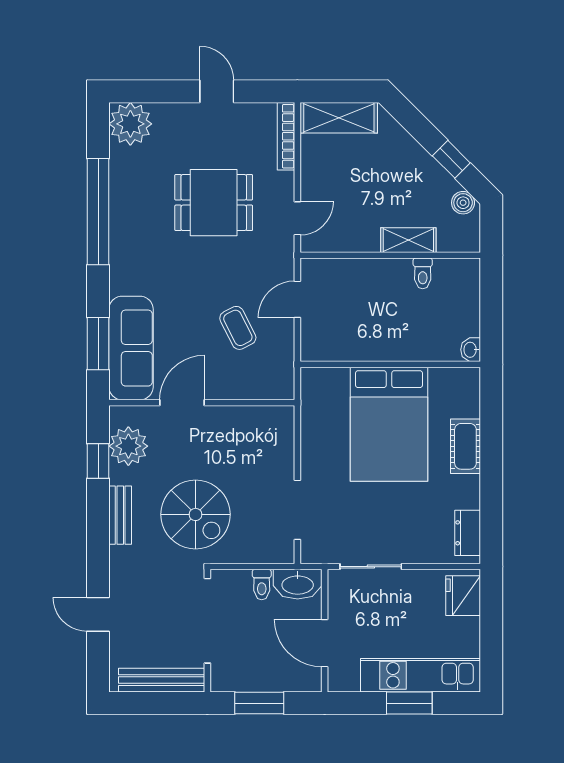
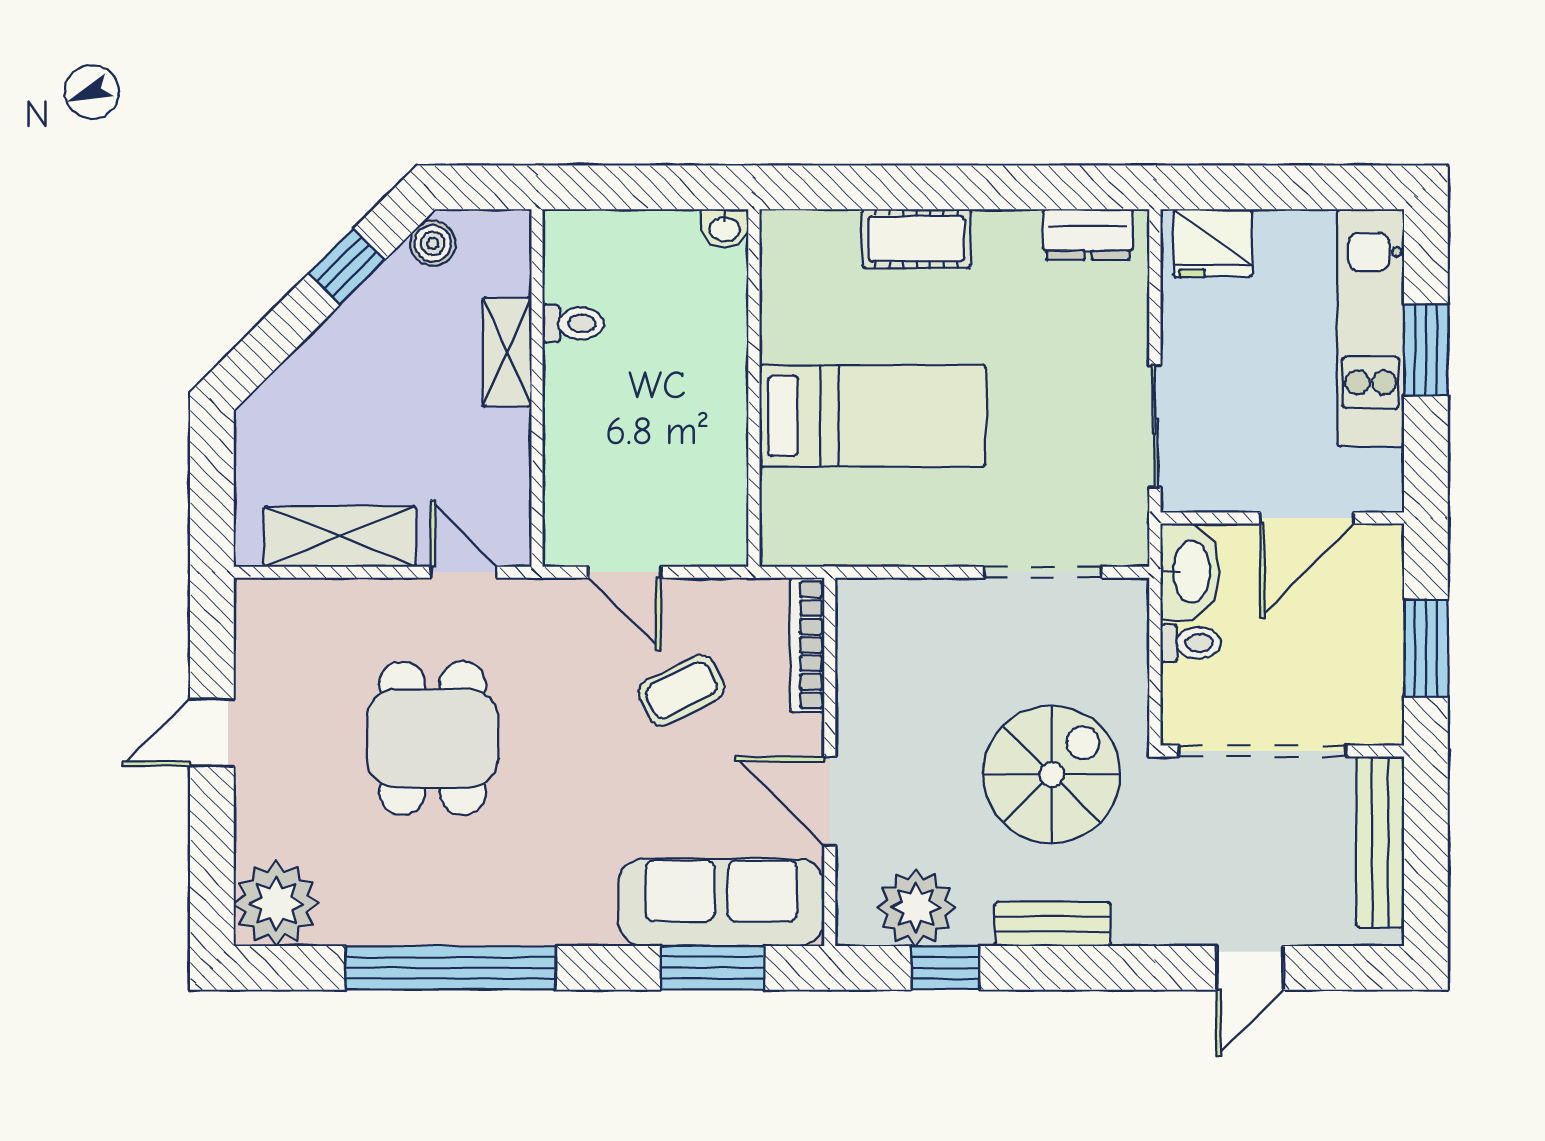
shelving: (339, 118) -> (340, 536), moved, turned 90
bookcase: (286, 136) -> (807, 645), moved, turned 90
bed: (389, 424) -> (873, 416), width x0.67

